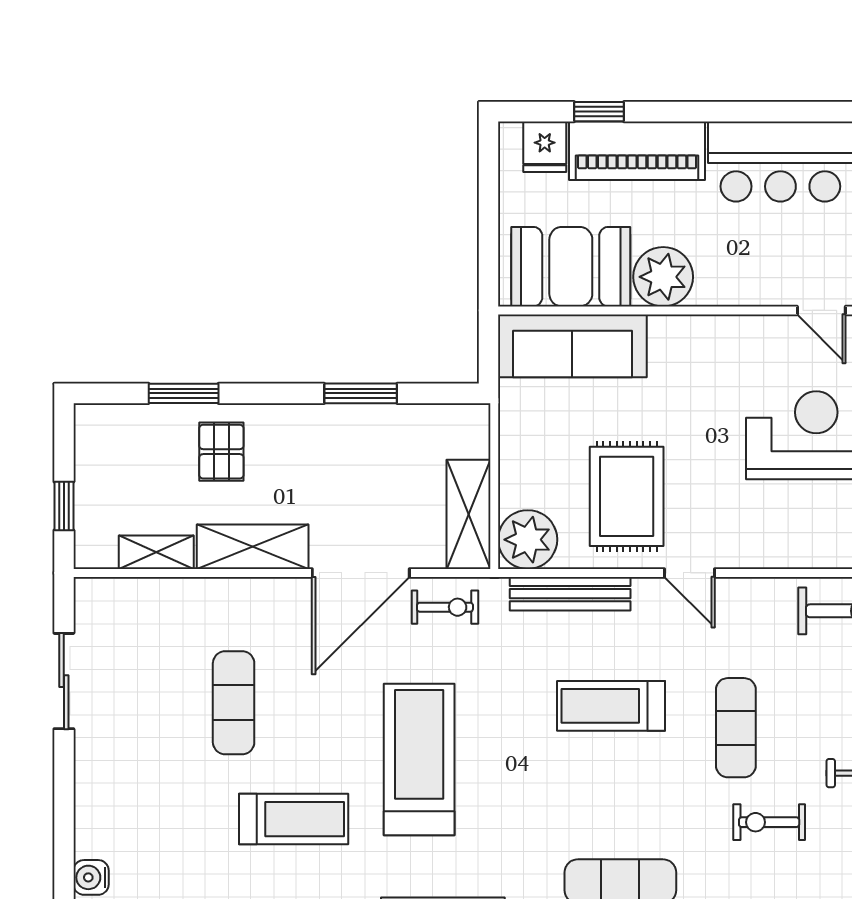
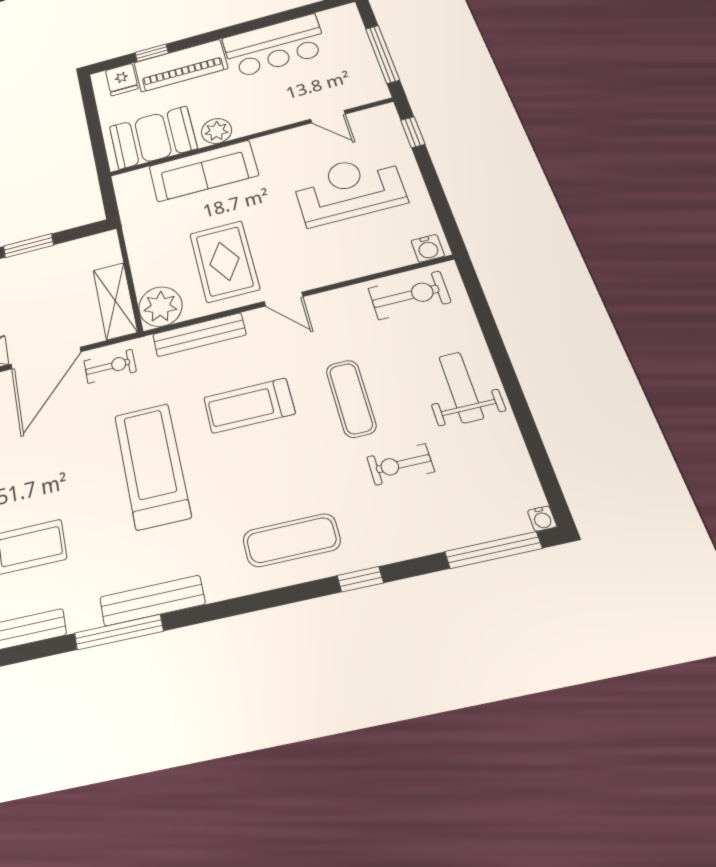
plant: (663, 277) -> (216, 131), width x0.73, depth x0.73
sofa: (572, 346) -> (203, 171), moved
treadmill: (419, 760) -> (152, 466), moved

